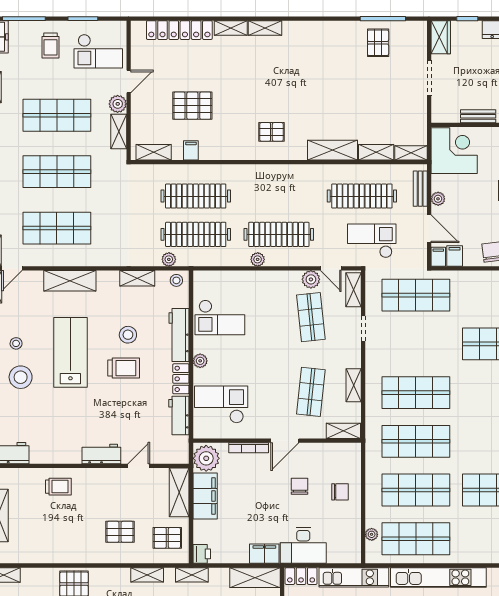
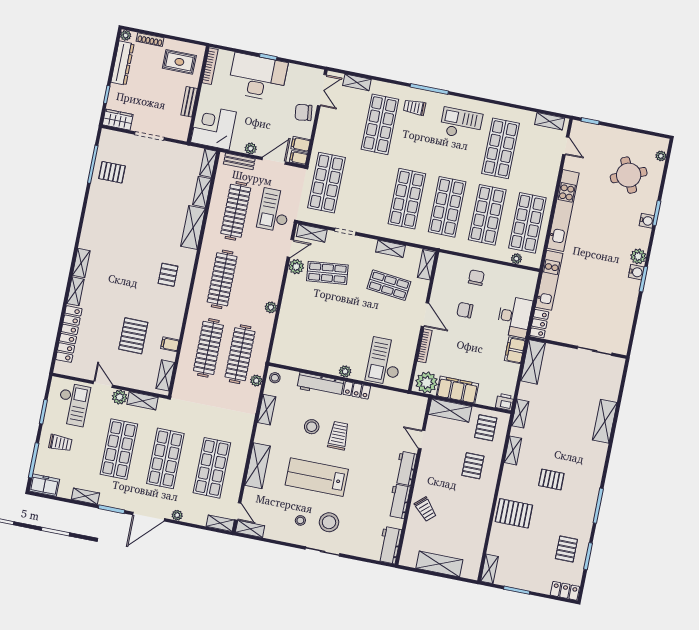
clothes rail: (279, 234) -> (222, 279), moved
checkout: (220, 317) -> (312, 348), removed
workbench: (179, 416) -> (399, 501), moved, turned 90
trolley: (58, 487) -> (425, 509), turned 138

